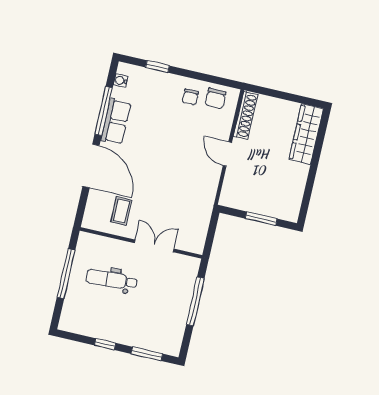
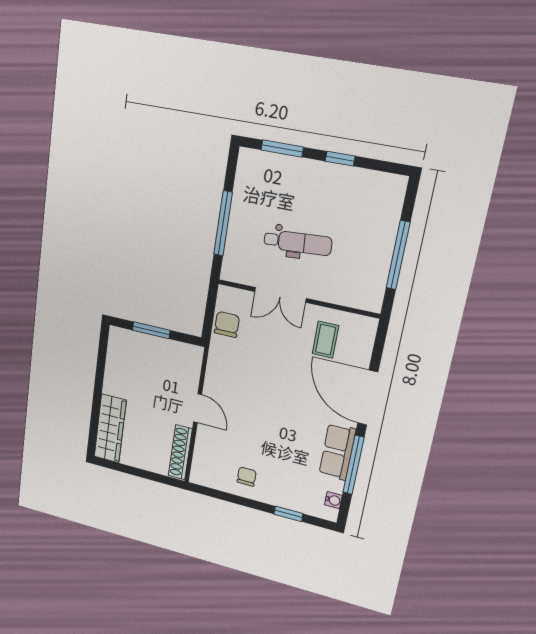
chair: (215, 98) -> (227, 324), moved
dental chair: (112, 280) -> (298, 243), moved

